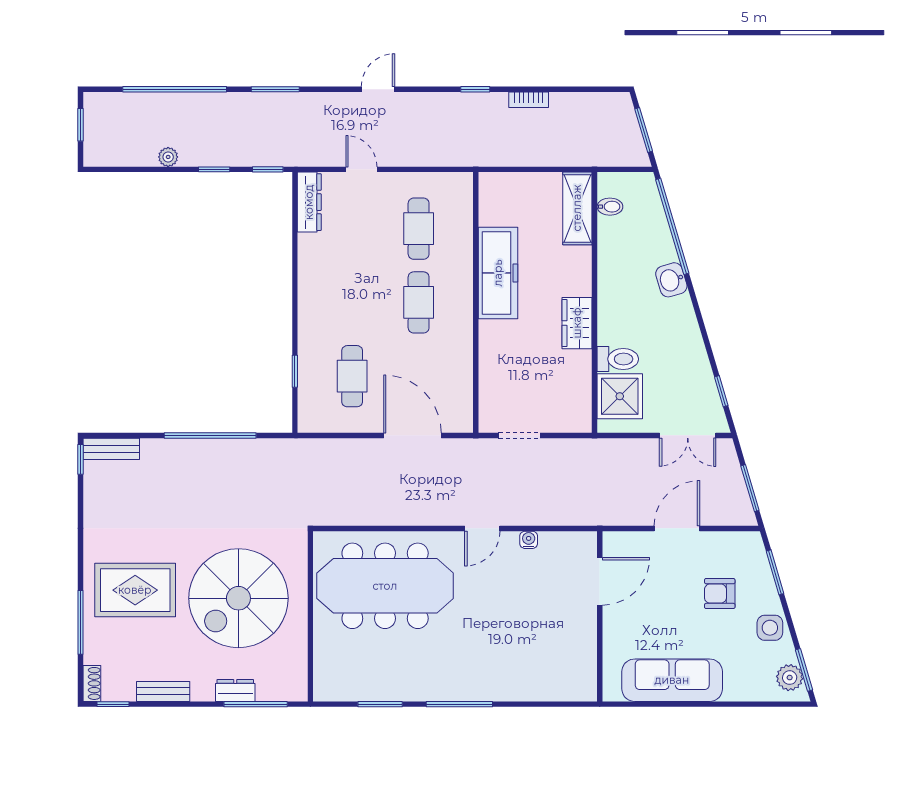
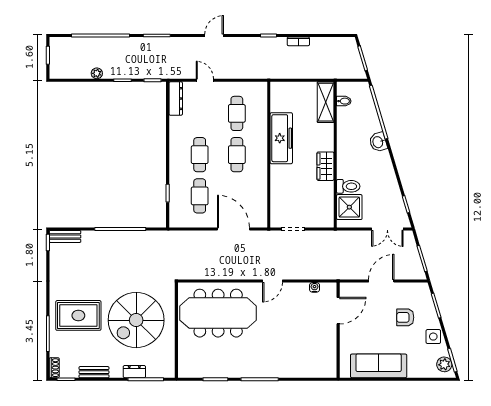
cafe table: (352, 302) -> (200, 155), added
water cooler: (529, 540) -> (315, 287), moved

